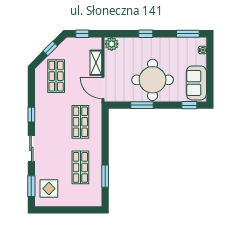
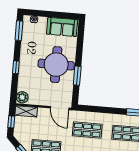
shelving: (96, 63) -> (26, 111), moved
door: (103, 88) -> (60, 108), hinge flipped
window: (189, 105) -> (81, 35), removed

